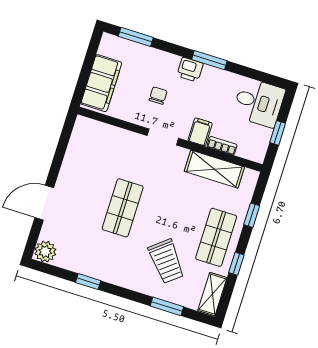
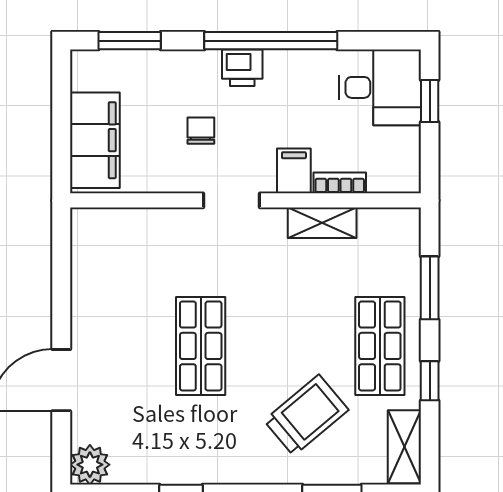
window: (209, 60) -> (271, 41), width x2.11
window: (278, 133) -> (430, 101), moved
shelving: (214, 169) -> (322, 223), width x0.67, depth x0.75
window: (252, 215) -> (430, 288), width x1.50
trolley: (166, 261) -> (306, 415), turned -91

